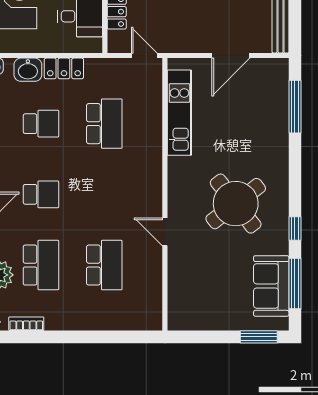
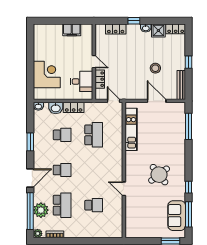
door: (231, 55) -> (157, 101), swing flipped
round table: (236, 204) -> (159, 175), width x0.73, depth x0.73
school desk: (104, 265) -> (94, 205), width x0.54

